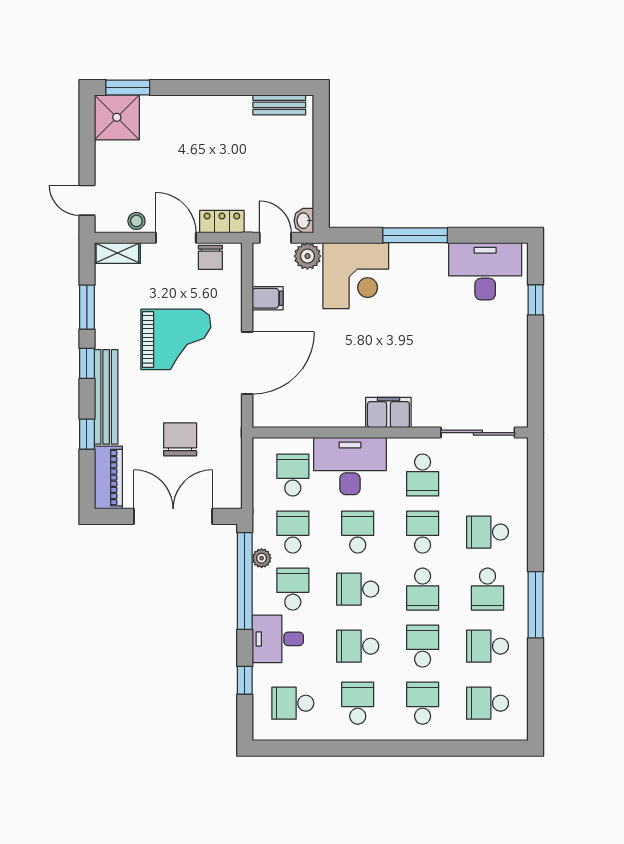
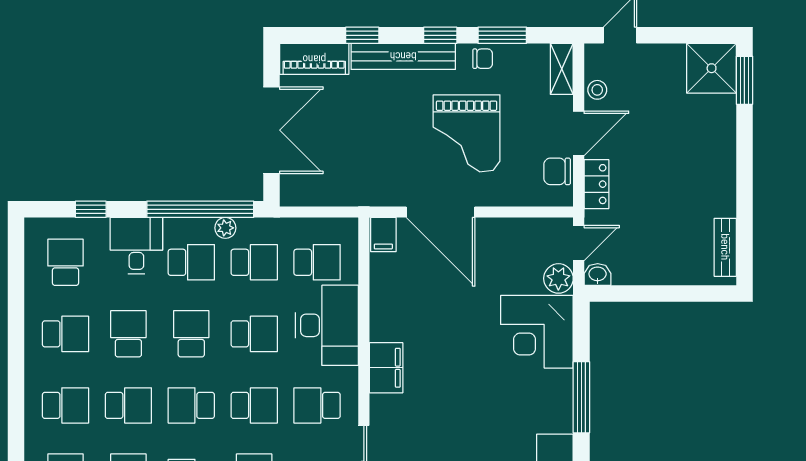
filing cabinet: (268, 298) -> (383, 235), moved
chair: (180, 439) -> (483, 59), moved, width x0.54, depth x0.54

